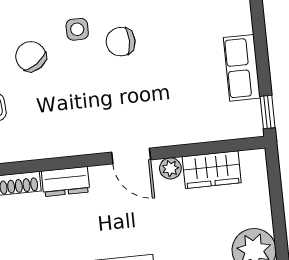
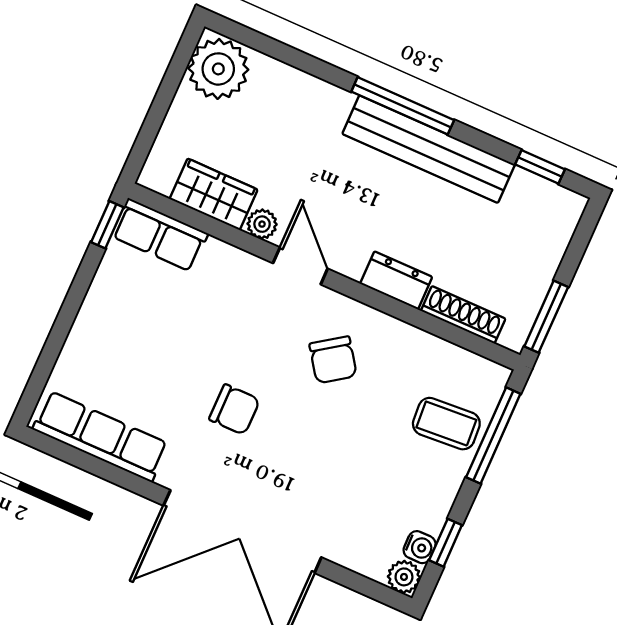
side table: (77, 29) -> (278, 454), removed
chair: (31, 56) -> (333, 360), moved
row of seats: (242, 68) -> (160, 235), moved, turned 90

